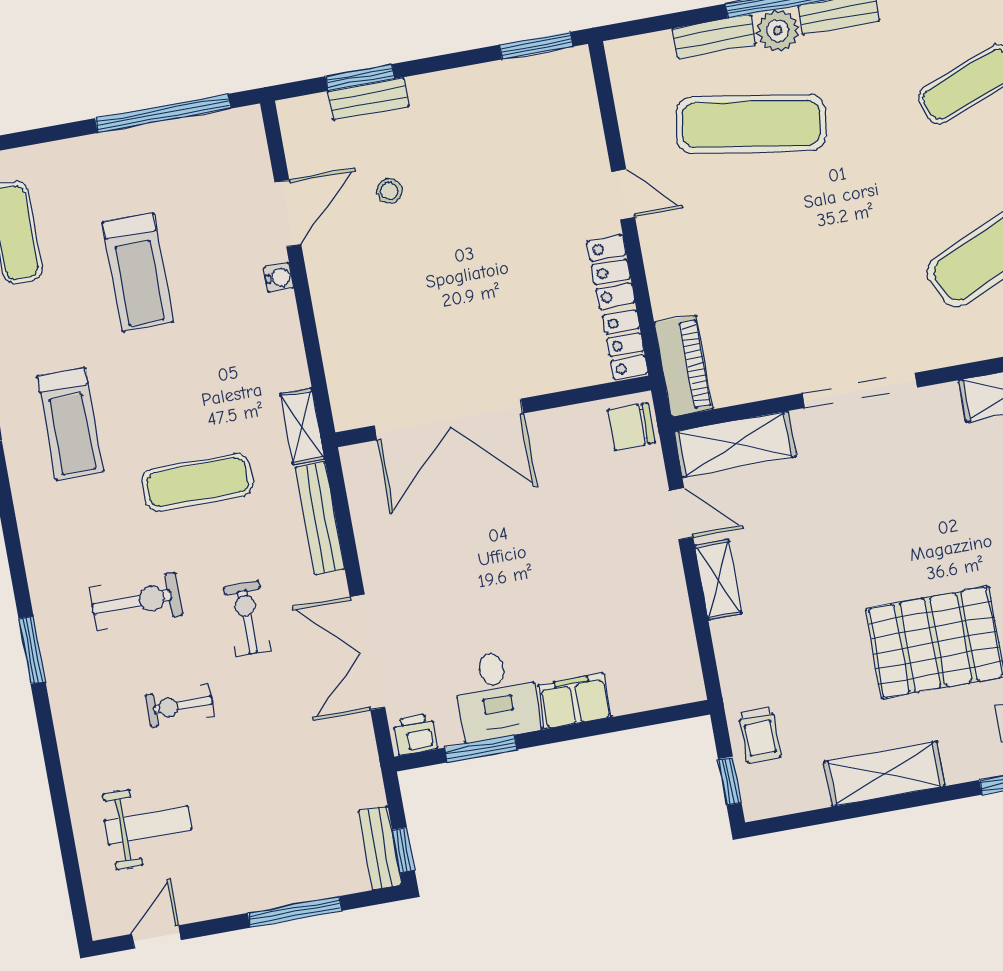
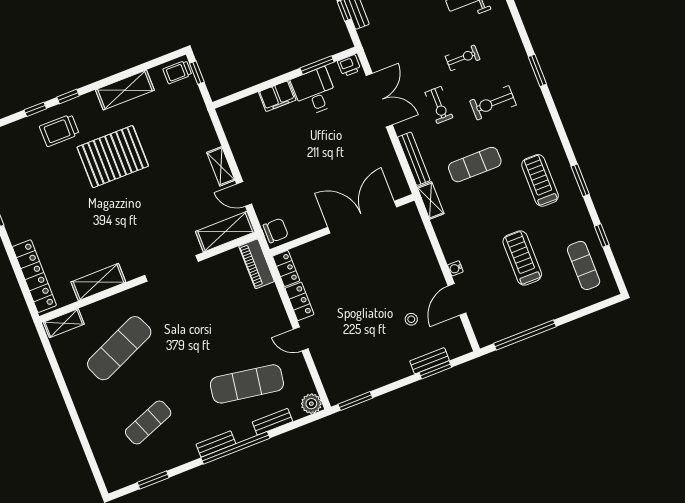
plant: (778, 31) -> (311, 404), moved
trolley: (760, 735) -> (177, 72), moved, turned -90

